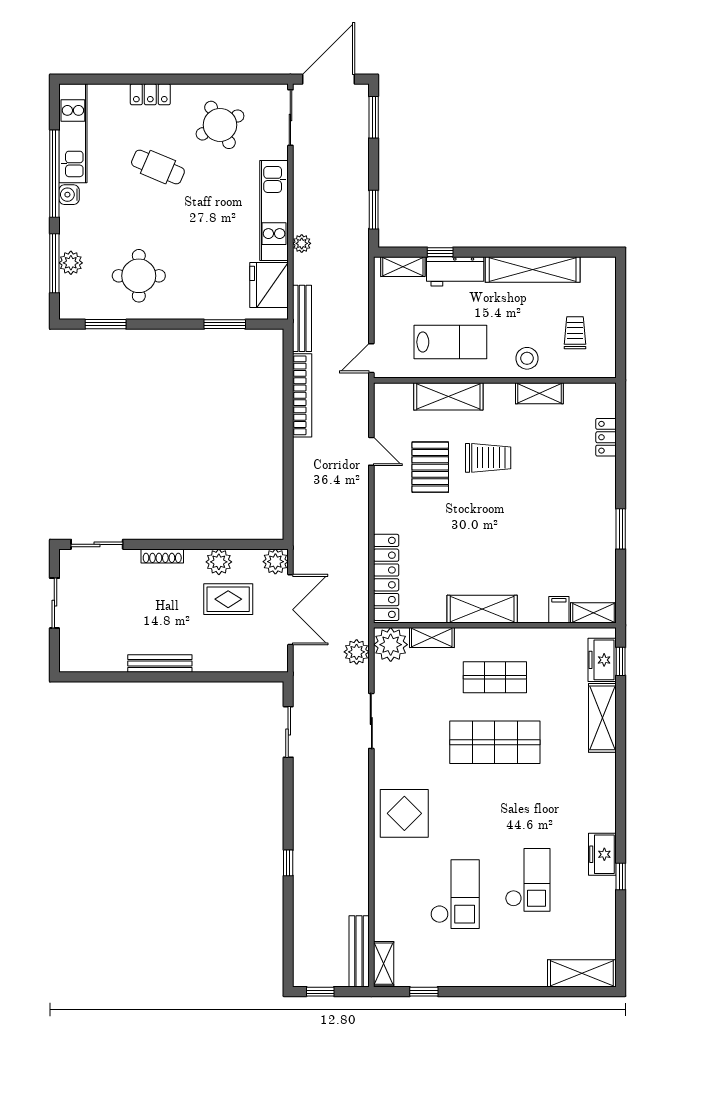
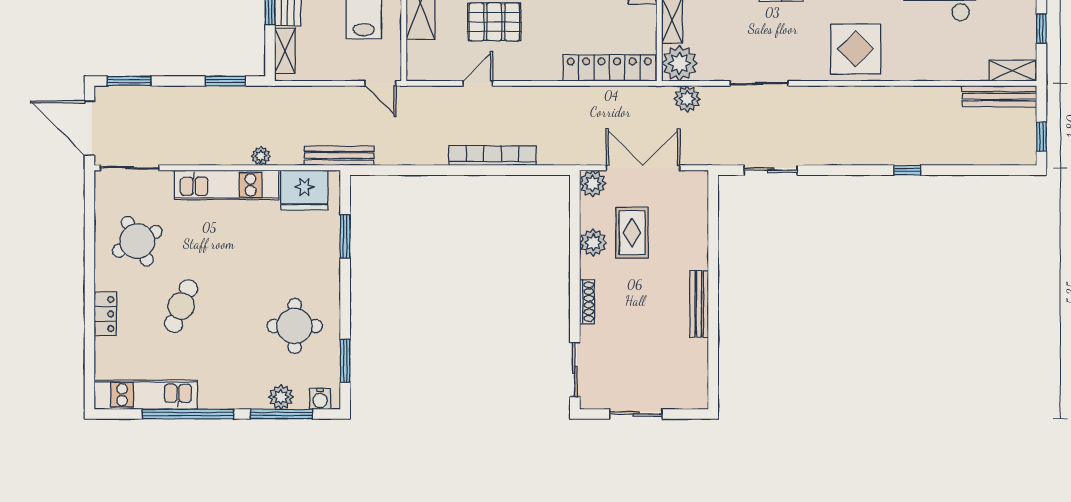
water cooler: (69, 195) -> (320, 399), moved
bookcase: (302, 395) -> (492, 156), moved

